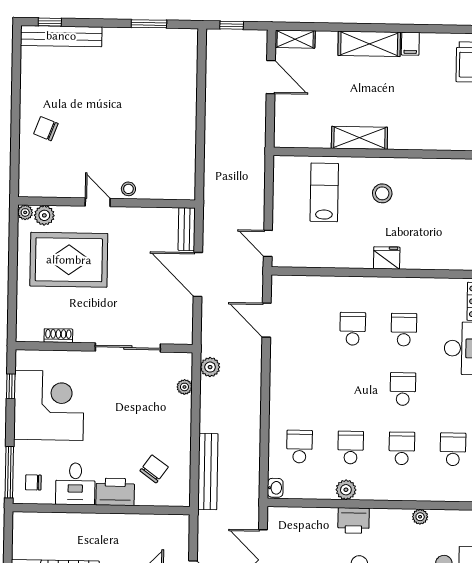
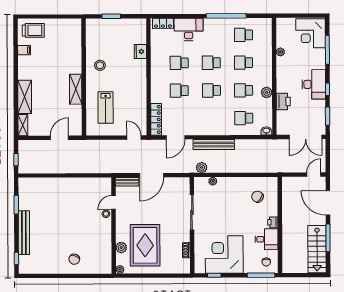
bench: (61, 36) -> (24, 233), moved
shelving: (369, 44) -> (25, 97), moved
filing cabinet: (410, 44) -> (24, 50), moved
door: (271, 77) -> (59, 138), moved
lab bench: (324, 192) -> (106, 108), turned -90
stool: (382, 193) -> (100, 65), moved
door: (98, 202) -> (113, 203), moved
plant: (44, 215) -> (121, 248), moved
door: (268, 243) -> (134, 138), swing flipped
fridge: (387, 258) -> (140, 52), moved
locker: (300, 285) -> (156, 119), added
school desk: (352, 388) -> (211, 91), added
bench: (208, 472) -> (214, 145), moved
printer: (115, 492) -> (273, 222), width x0.53, depth x0.68
printer: (354, 521) -> (283, 101), moved

